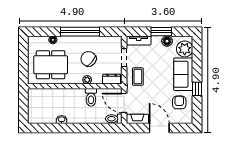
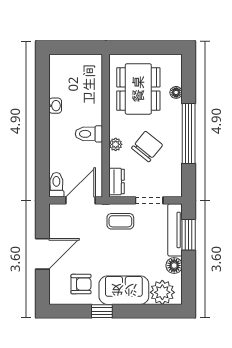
window: (161, 32) -> (189, 235), moved
tv unit: (139, 41) -> (175, 230), width x1.41
toilet: (91, 97) -> (89, 134), moved
fireplace: (137, 119) -> (56, 221), removed

